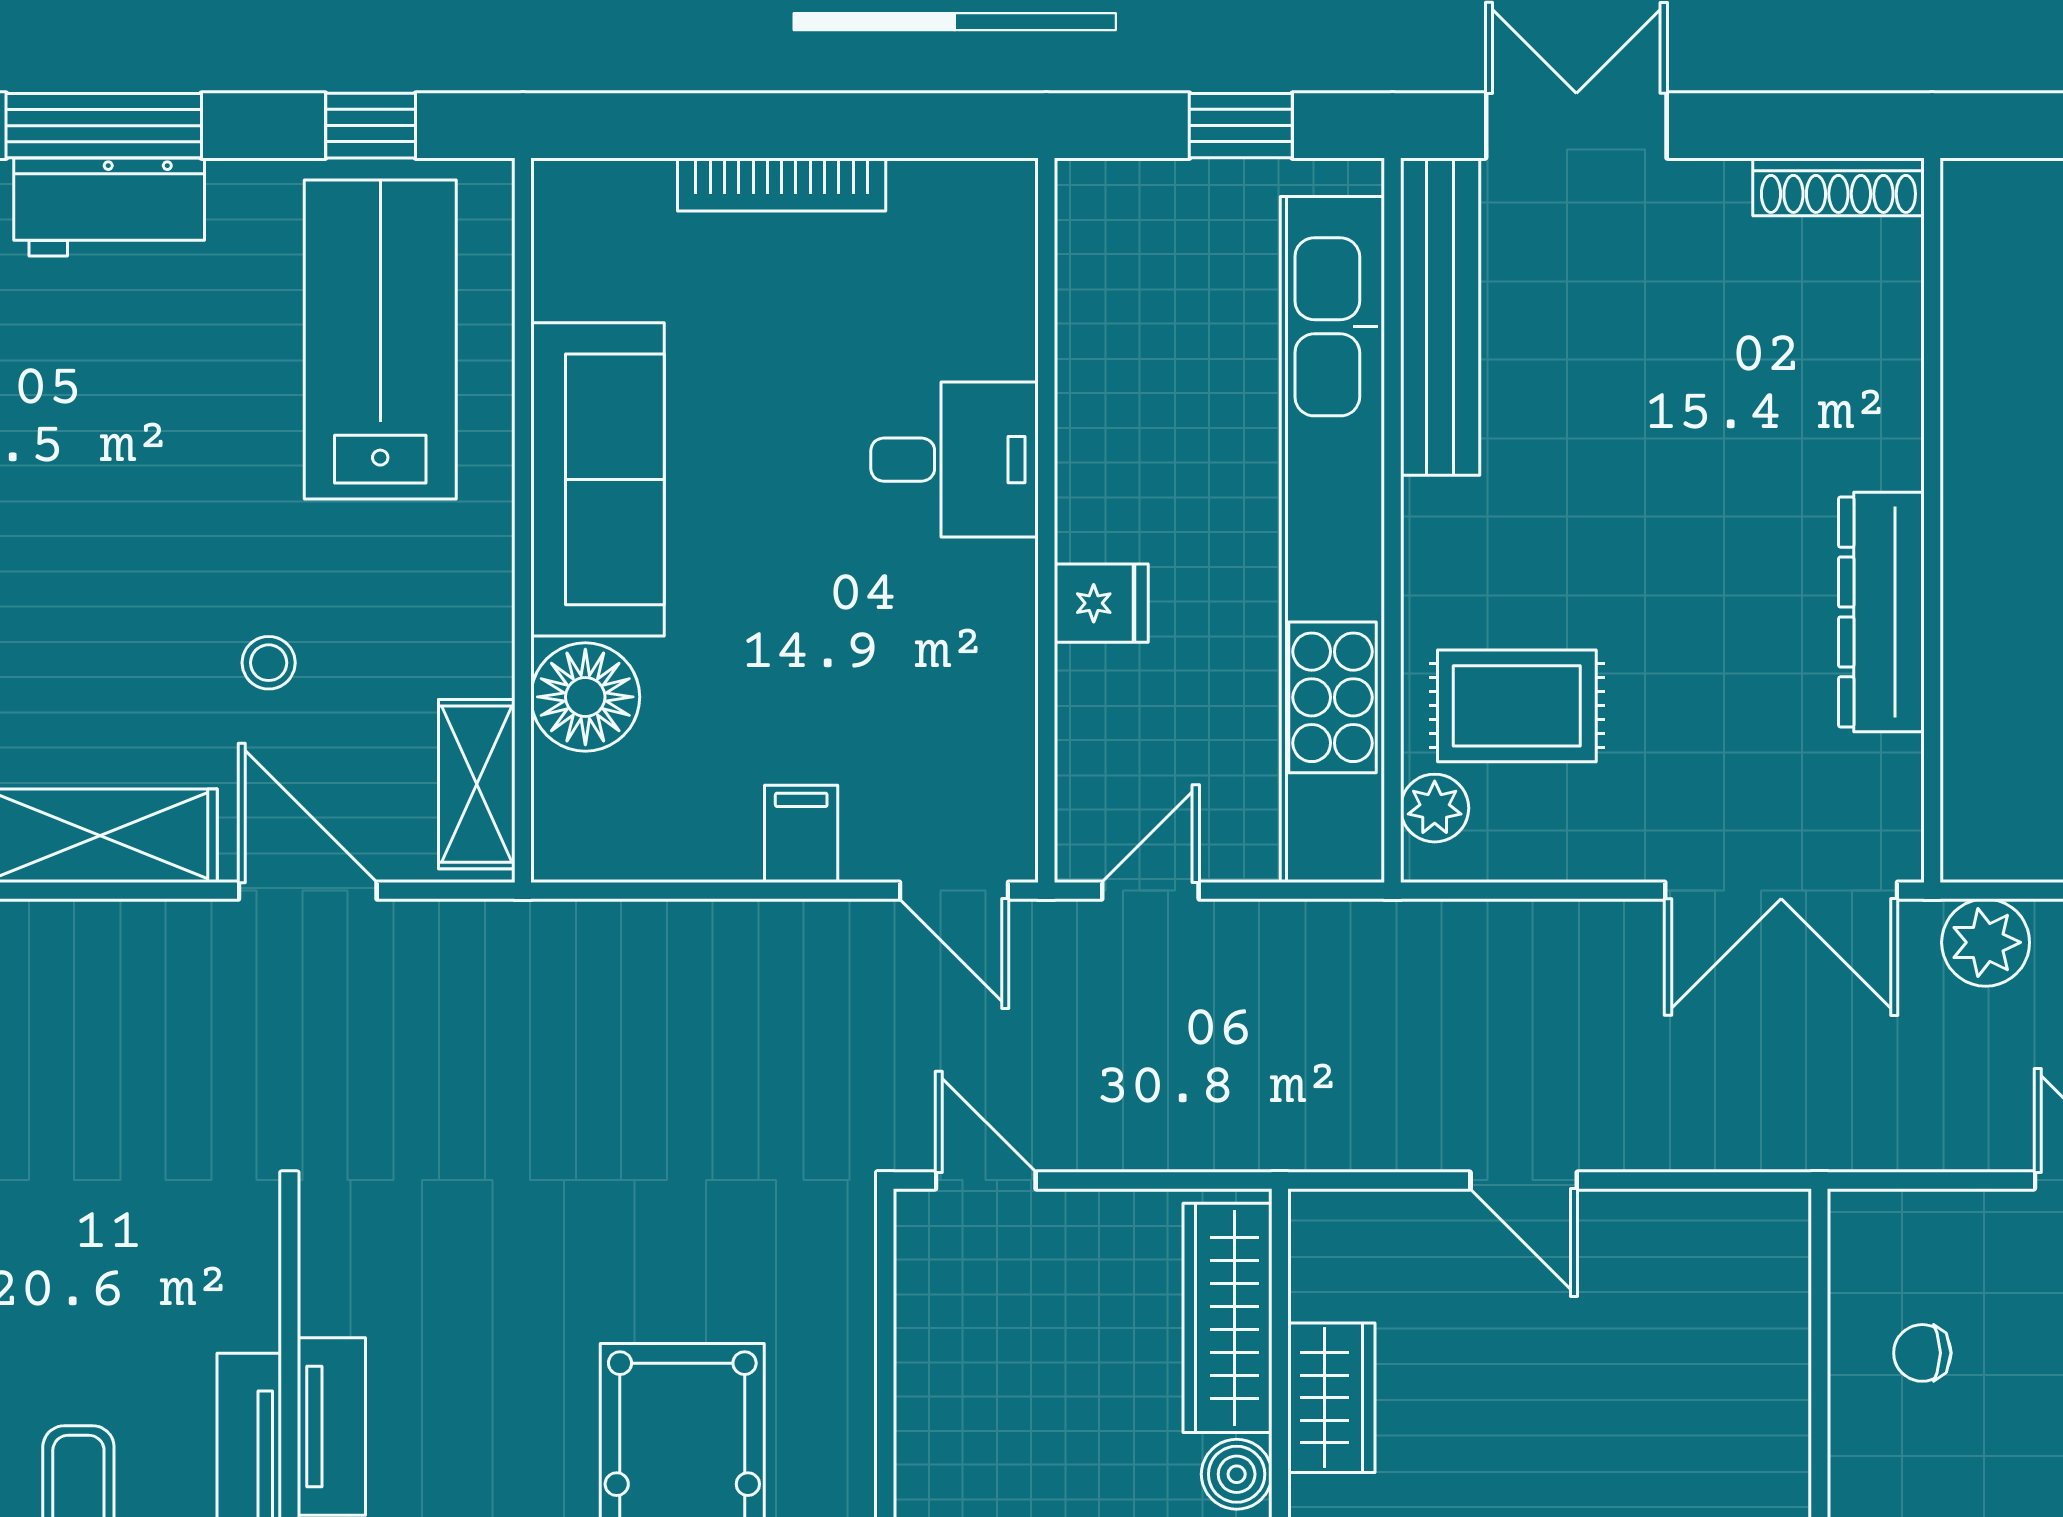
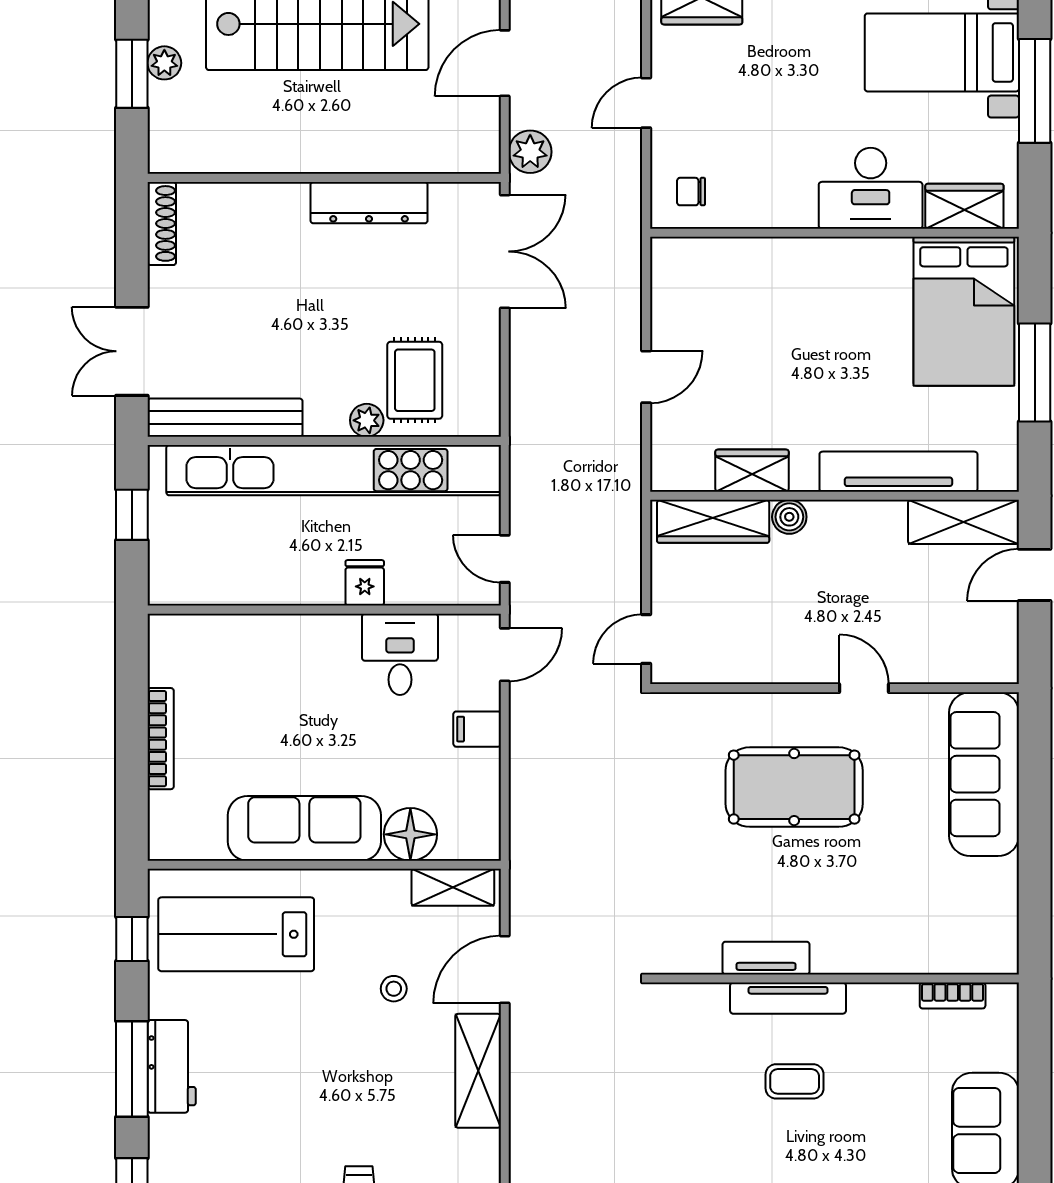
desk: (955, 460) -> (400, 654), moved
plant: (1435, 808) -> (367, 420), moved
chair: (1922, 1353) -> (691, 192), moved, turned 90

